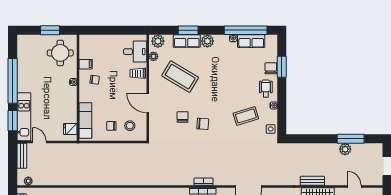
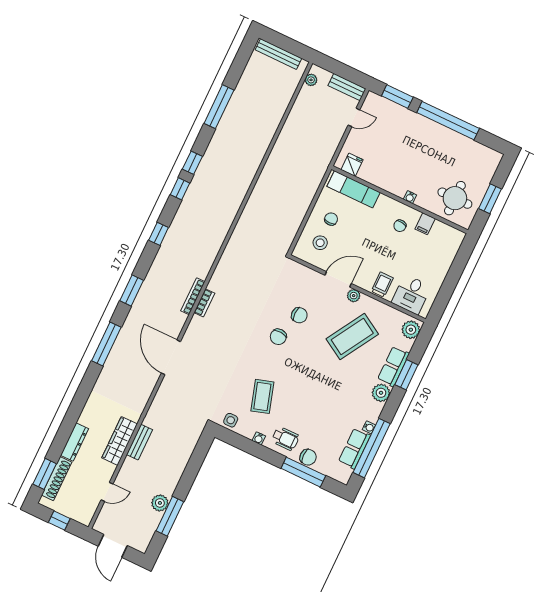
plant: (153, 56) -> (354, 296), moved
window: (282, 67) -> (303, 472), width x1.44
kitchen unit: (24, 117) -> (395, 113), removed

